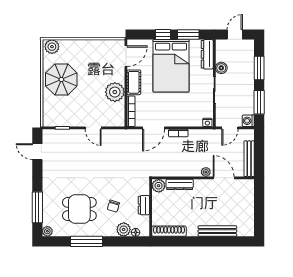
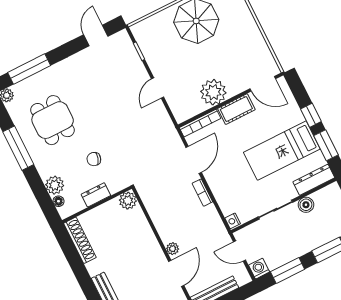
bed: (171, 66) -> (282, 151), width x0.67
door: (153, 128) -> (194, 160), swing flipped
dresser: (180, 184) -> (142, 225), removed
chair: (113, 206) -> (94, 159), moved

